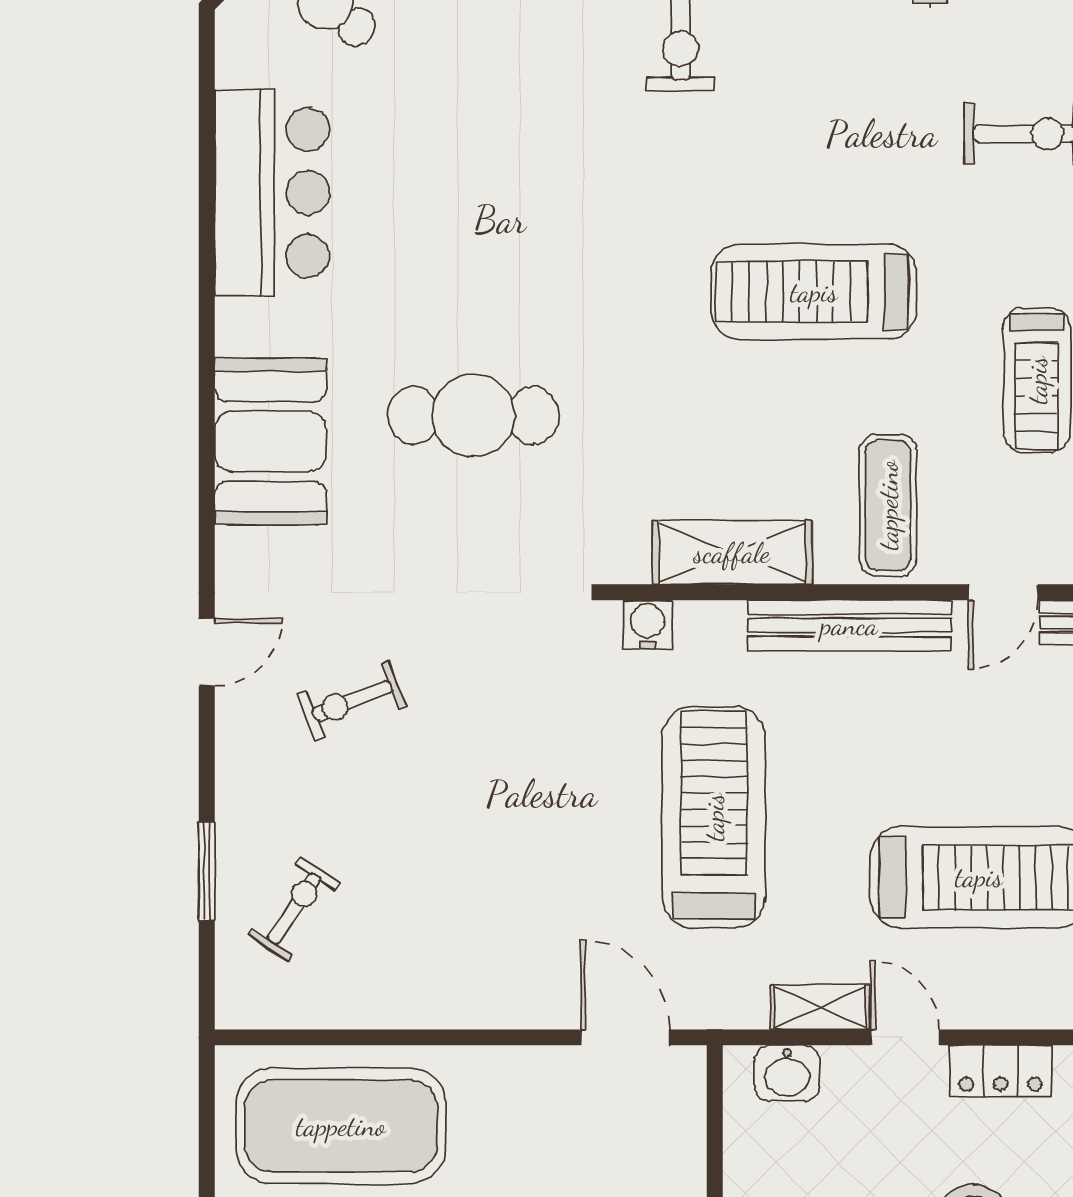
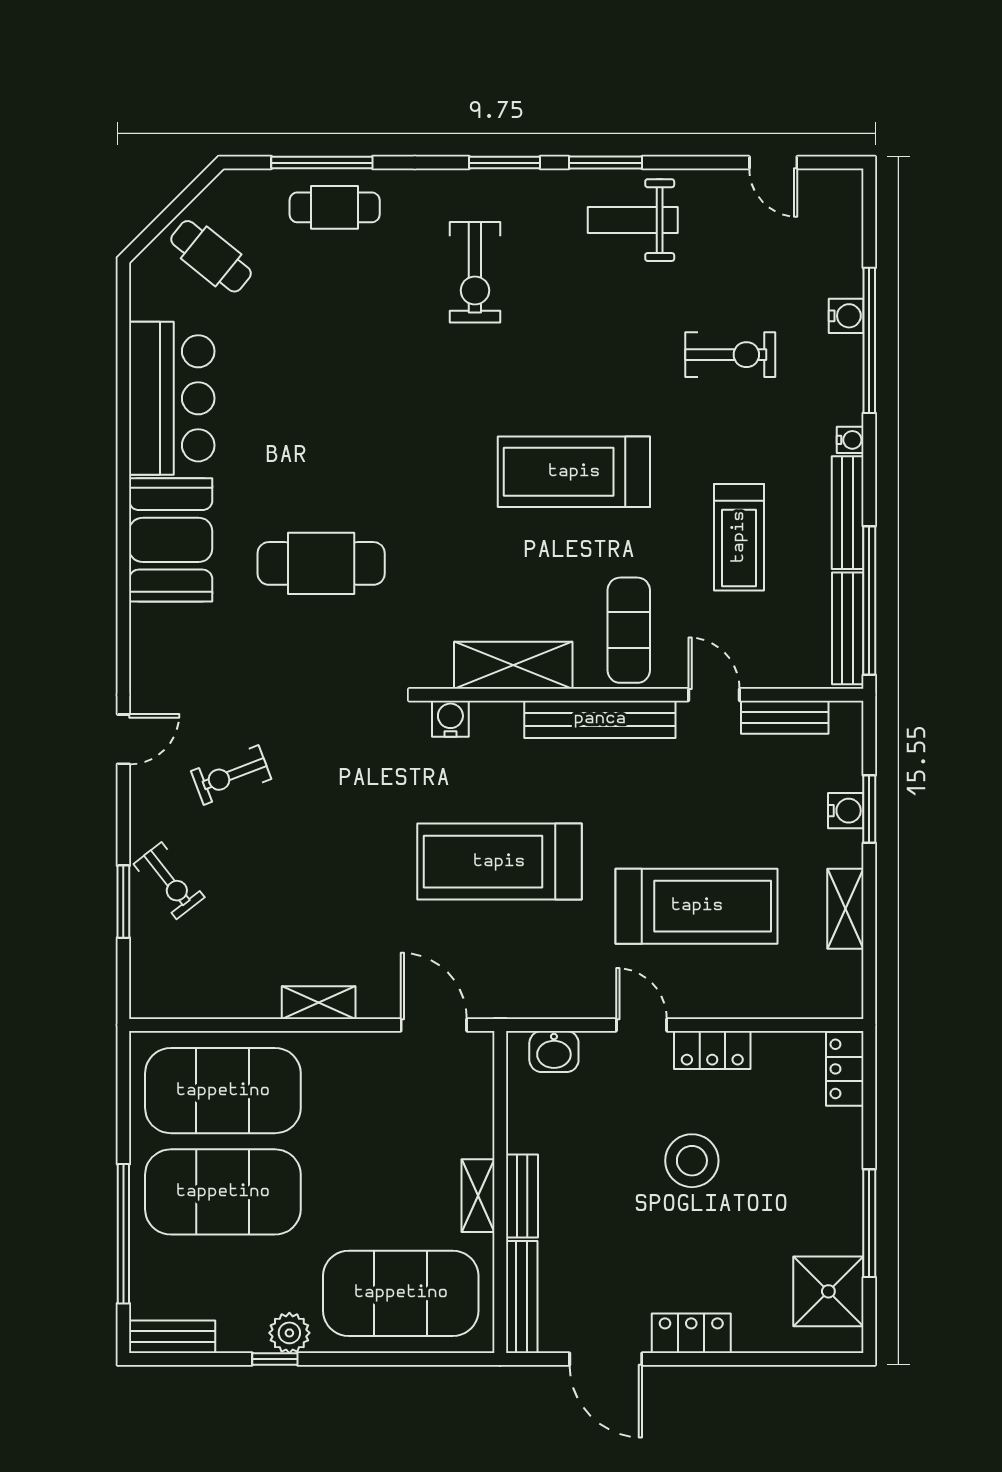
booth: (271, 441) -> (171, 540), moved
door: (1003, 592) -> (714, 695), swing flipped
treadmill: (714, 817) -> (499, 862), turned -90
exercise bike: (294, 909) -> (169, 881), moved, turned 108
shelving: (820, 1007) -> (319, 1003), moved

